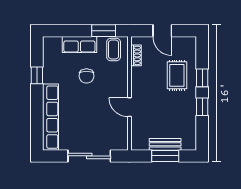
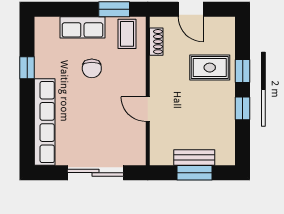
rug: (177, 75) -> (210, 68), turned 90

